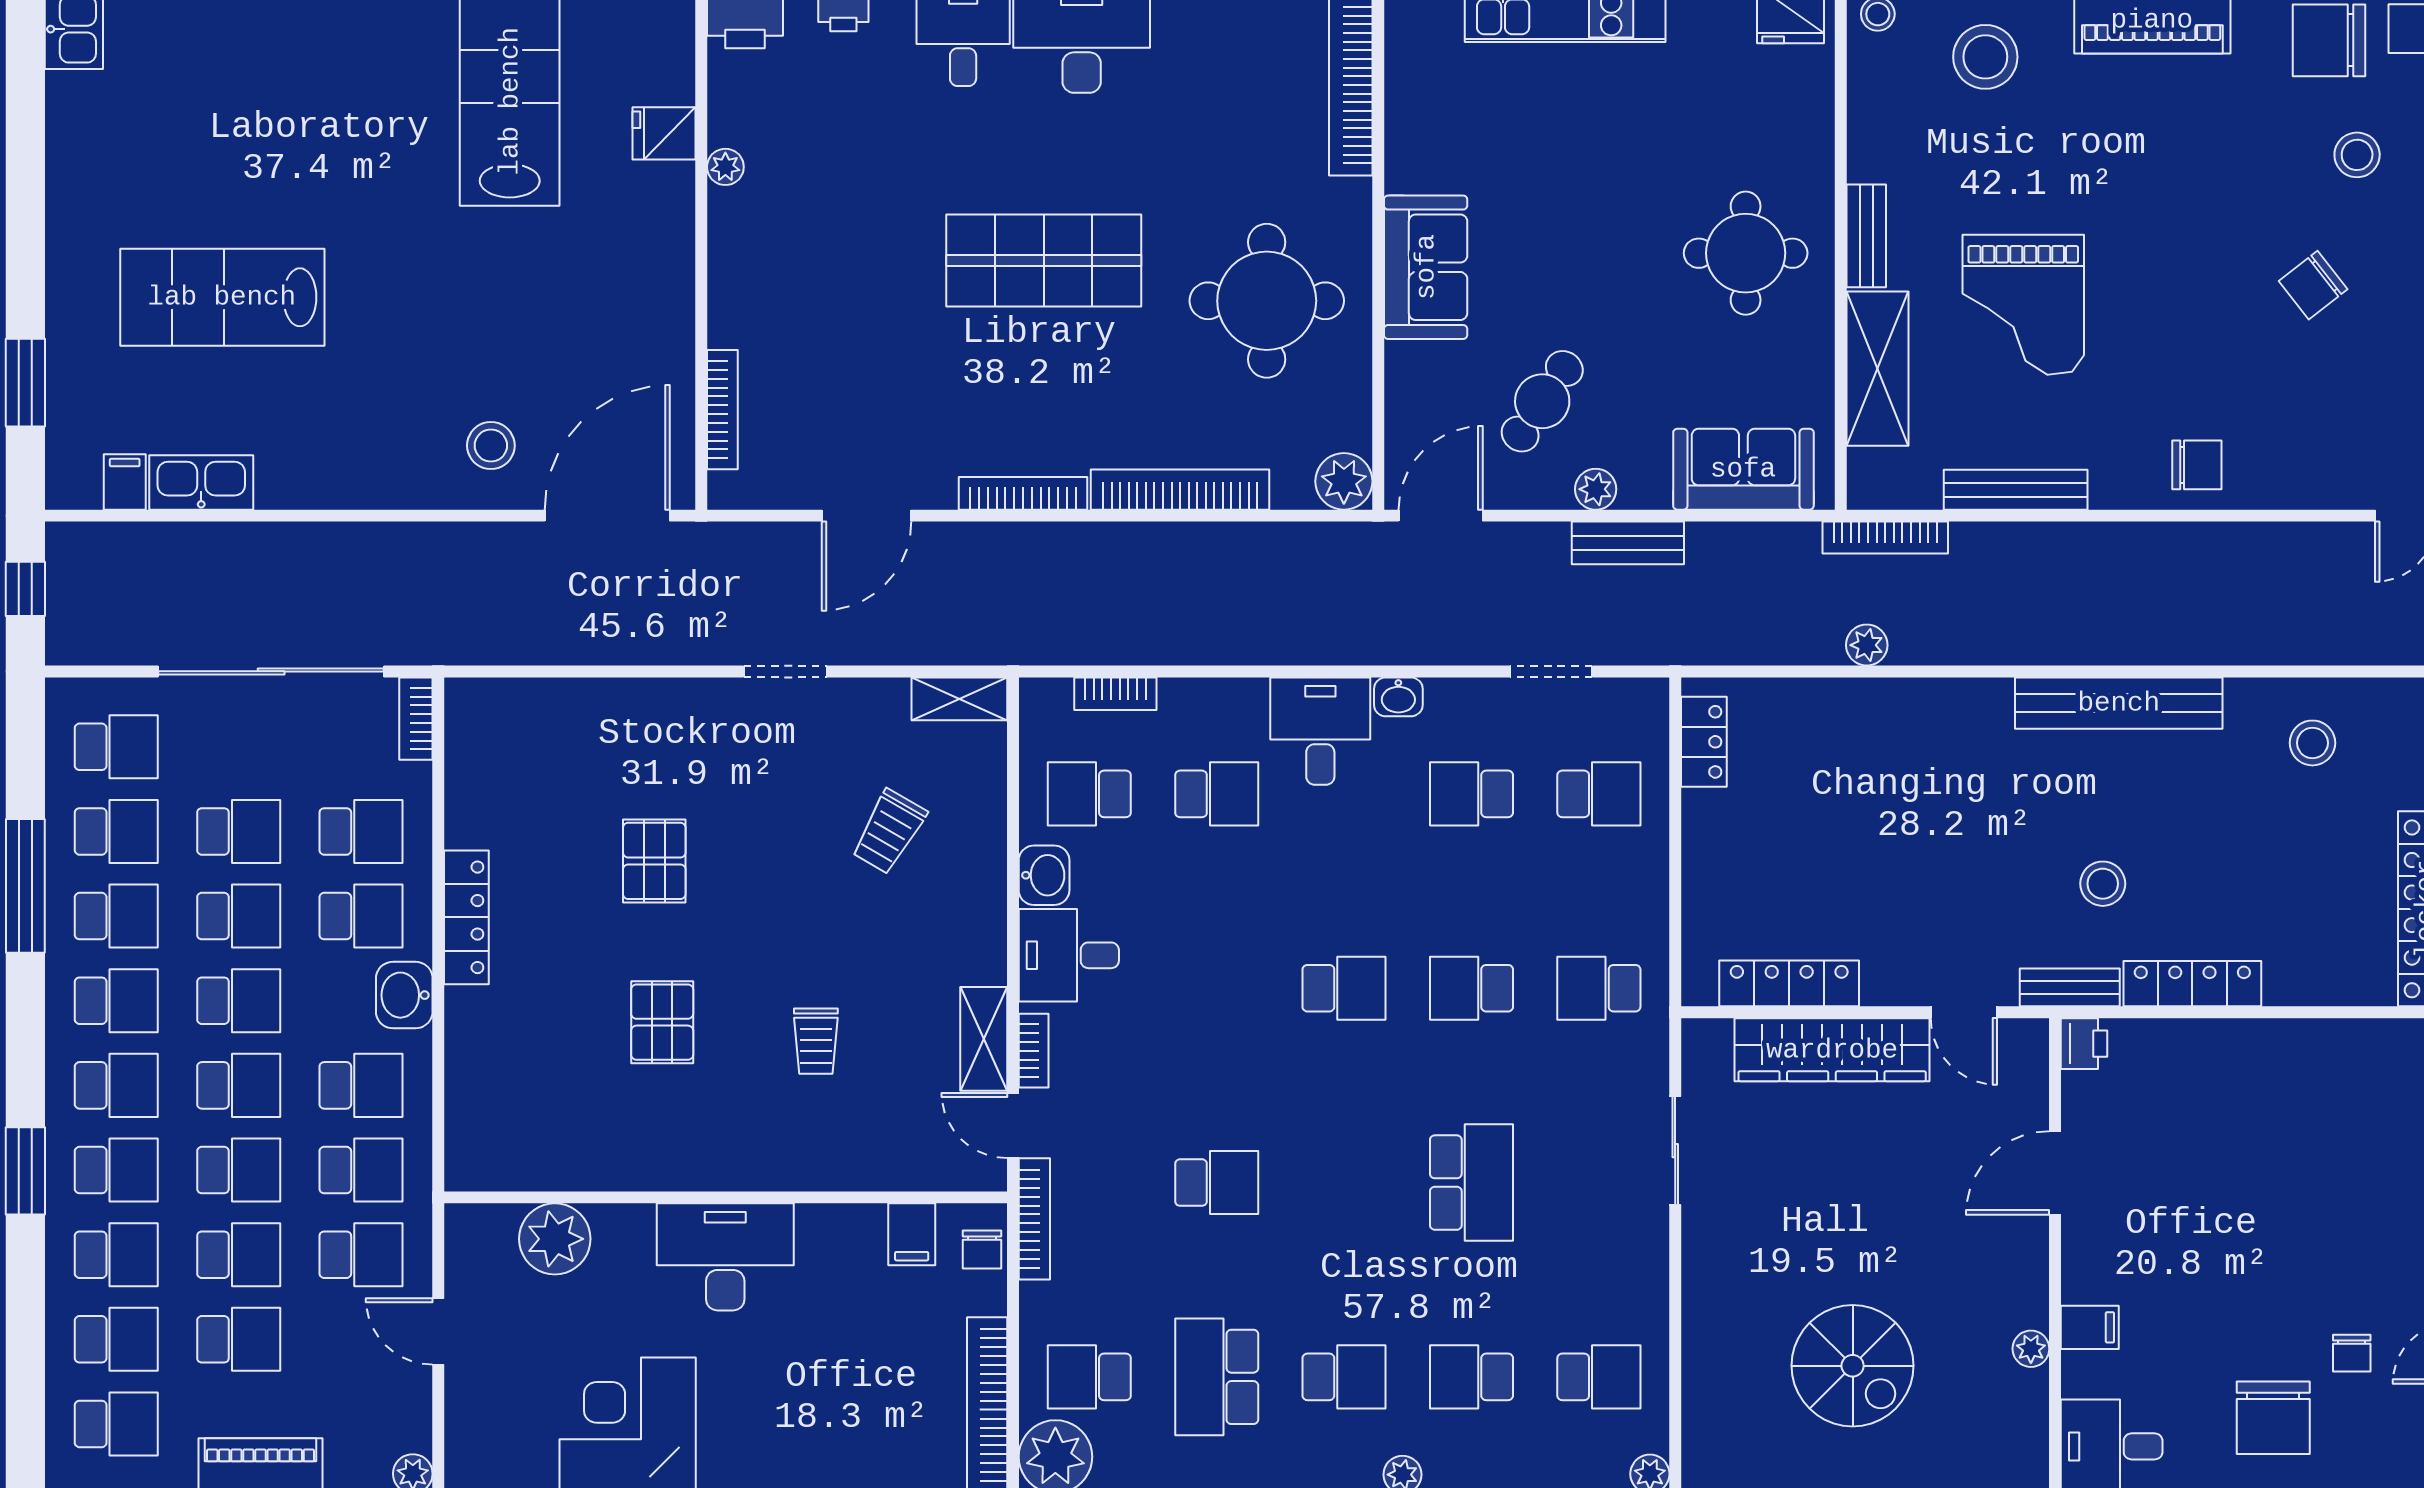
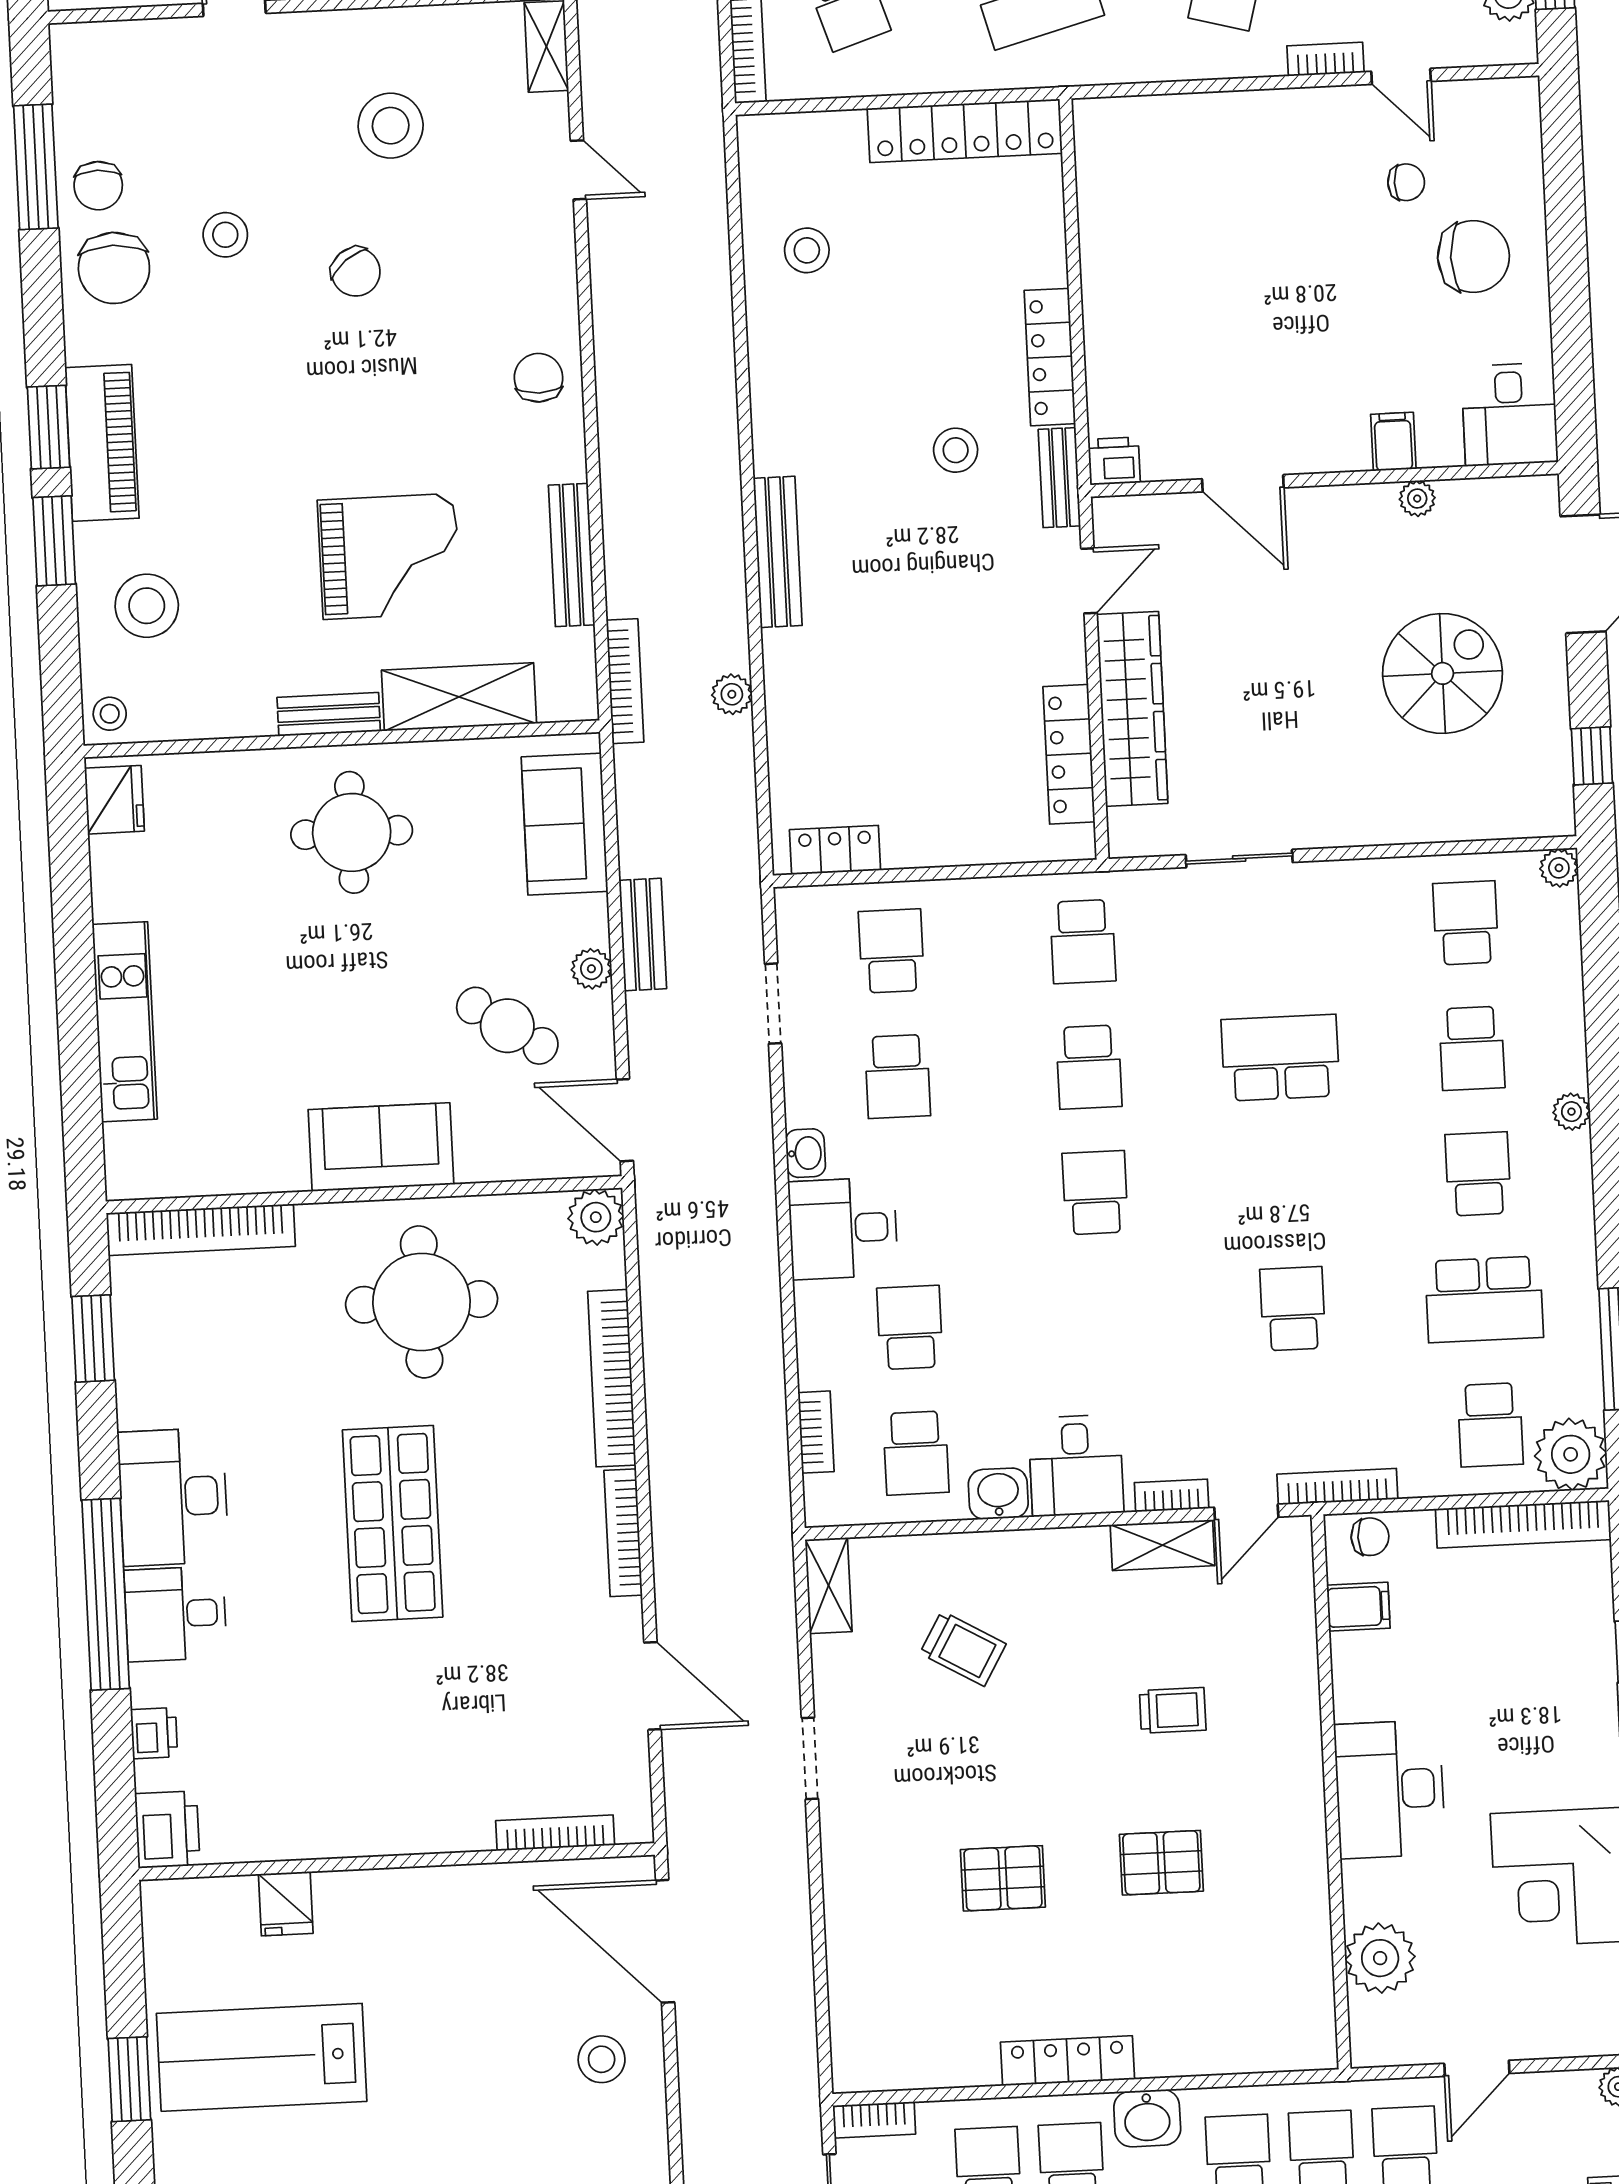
plant: (725, 167) -> (316, 1842), removed
bench: (2119, 703) -> (778, 552), moved, width x0.73, depth x0.82

